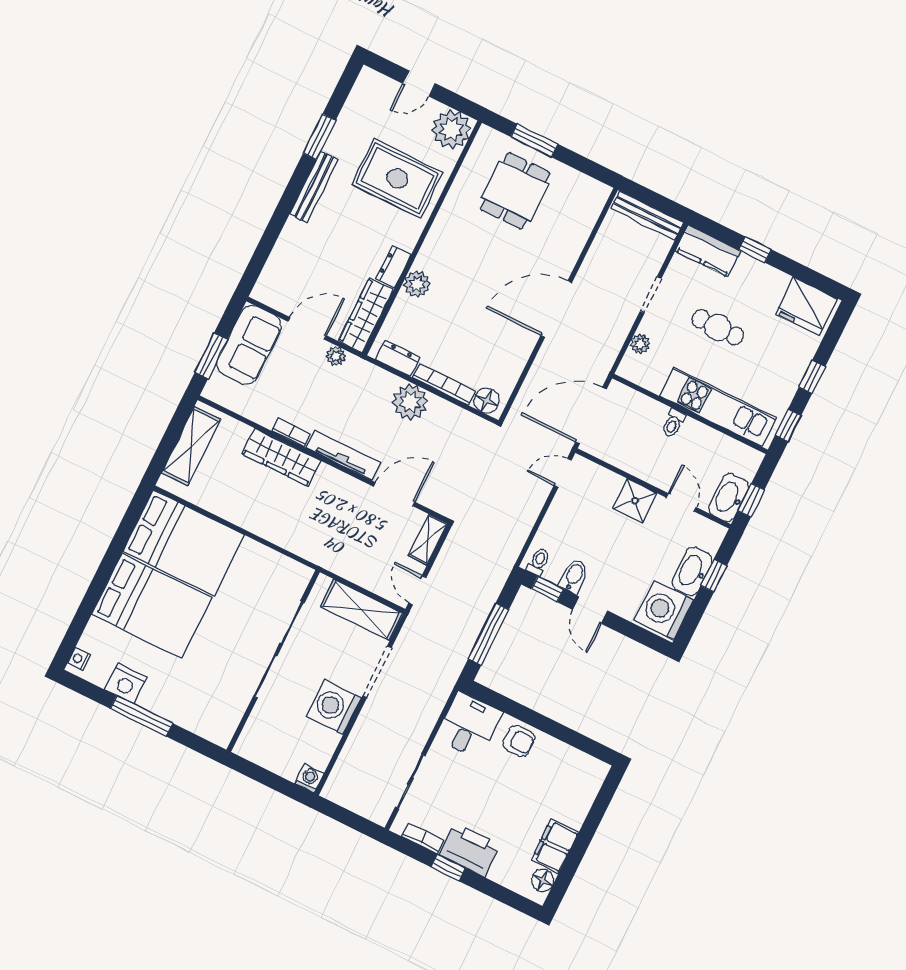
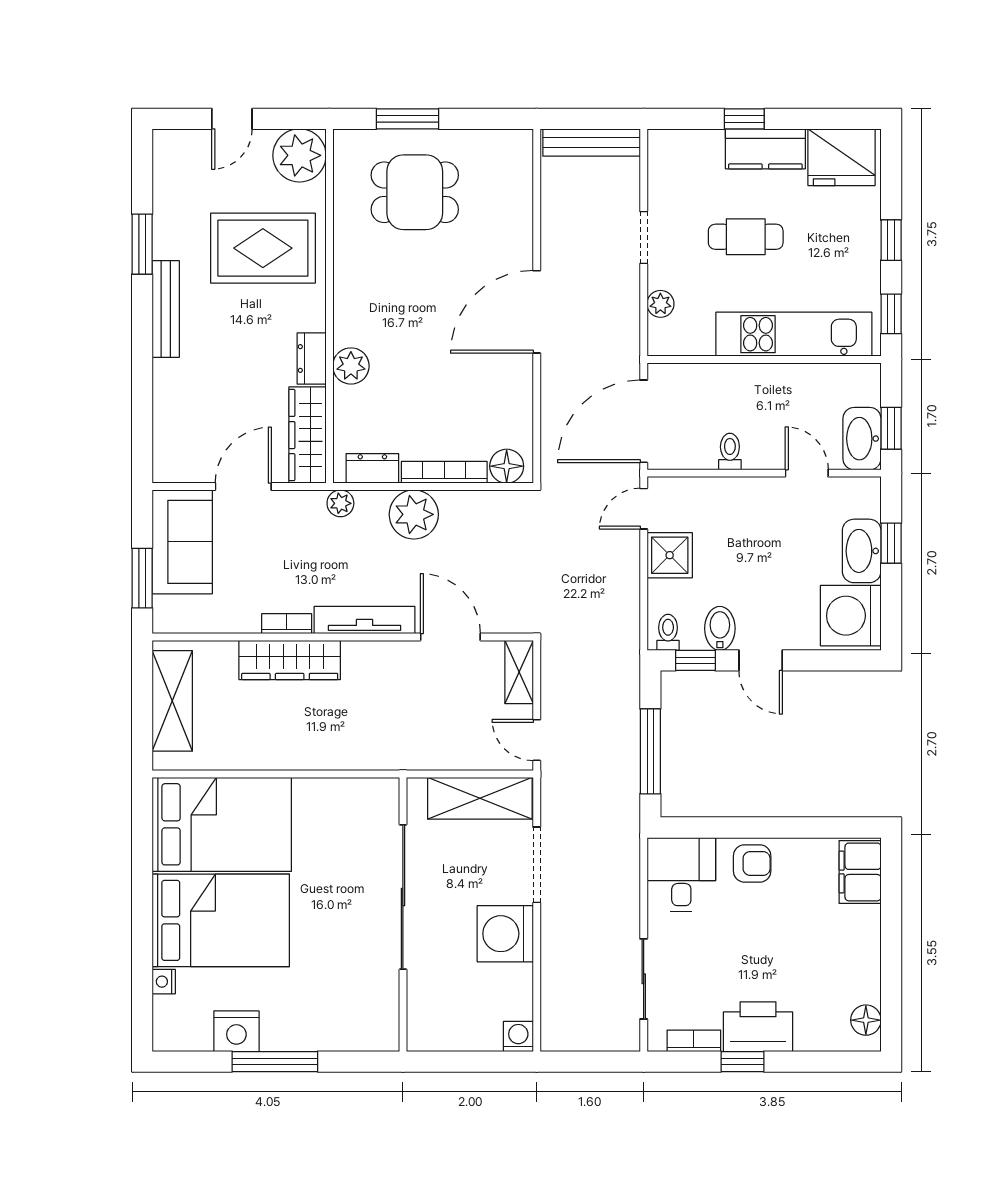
dining table: (515, 191) -> (415, 192), turned 90
kitchen counter: (708, 251) -> (765, 149), moved
plant: (336, 356) -> (340, 503), moved
toilet: (673, 423) -> (730, 452), moved, turned 180
door: (394, 494) -> (450, 637), hinge flipped
shower: (635, 501) -> (670, 555), moved
nightstand: (79, 659) -> (164, 982), moved
filing cabinet: (555, 846) -> (860, 872), moved

